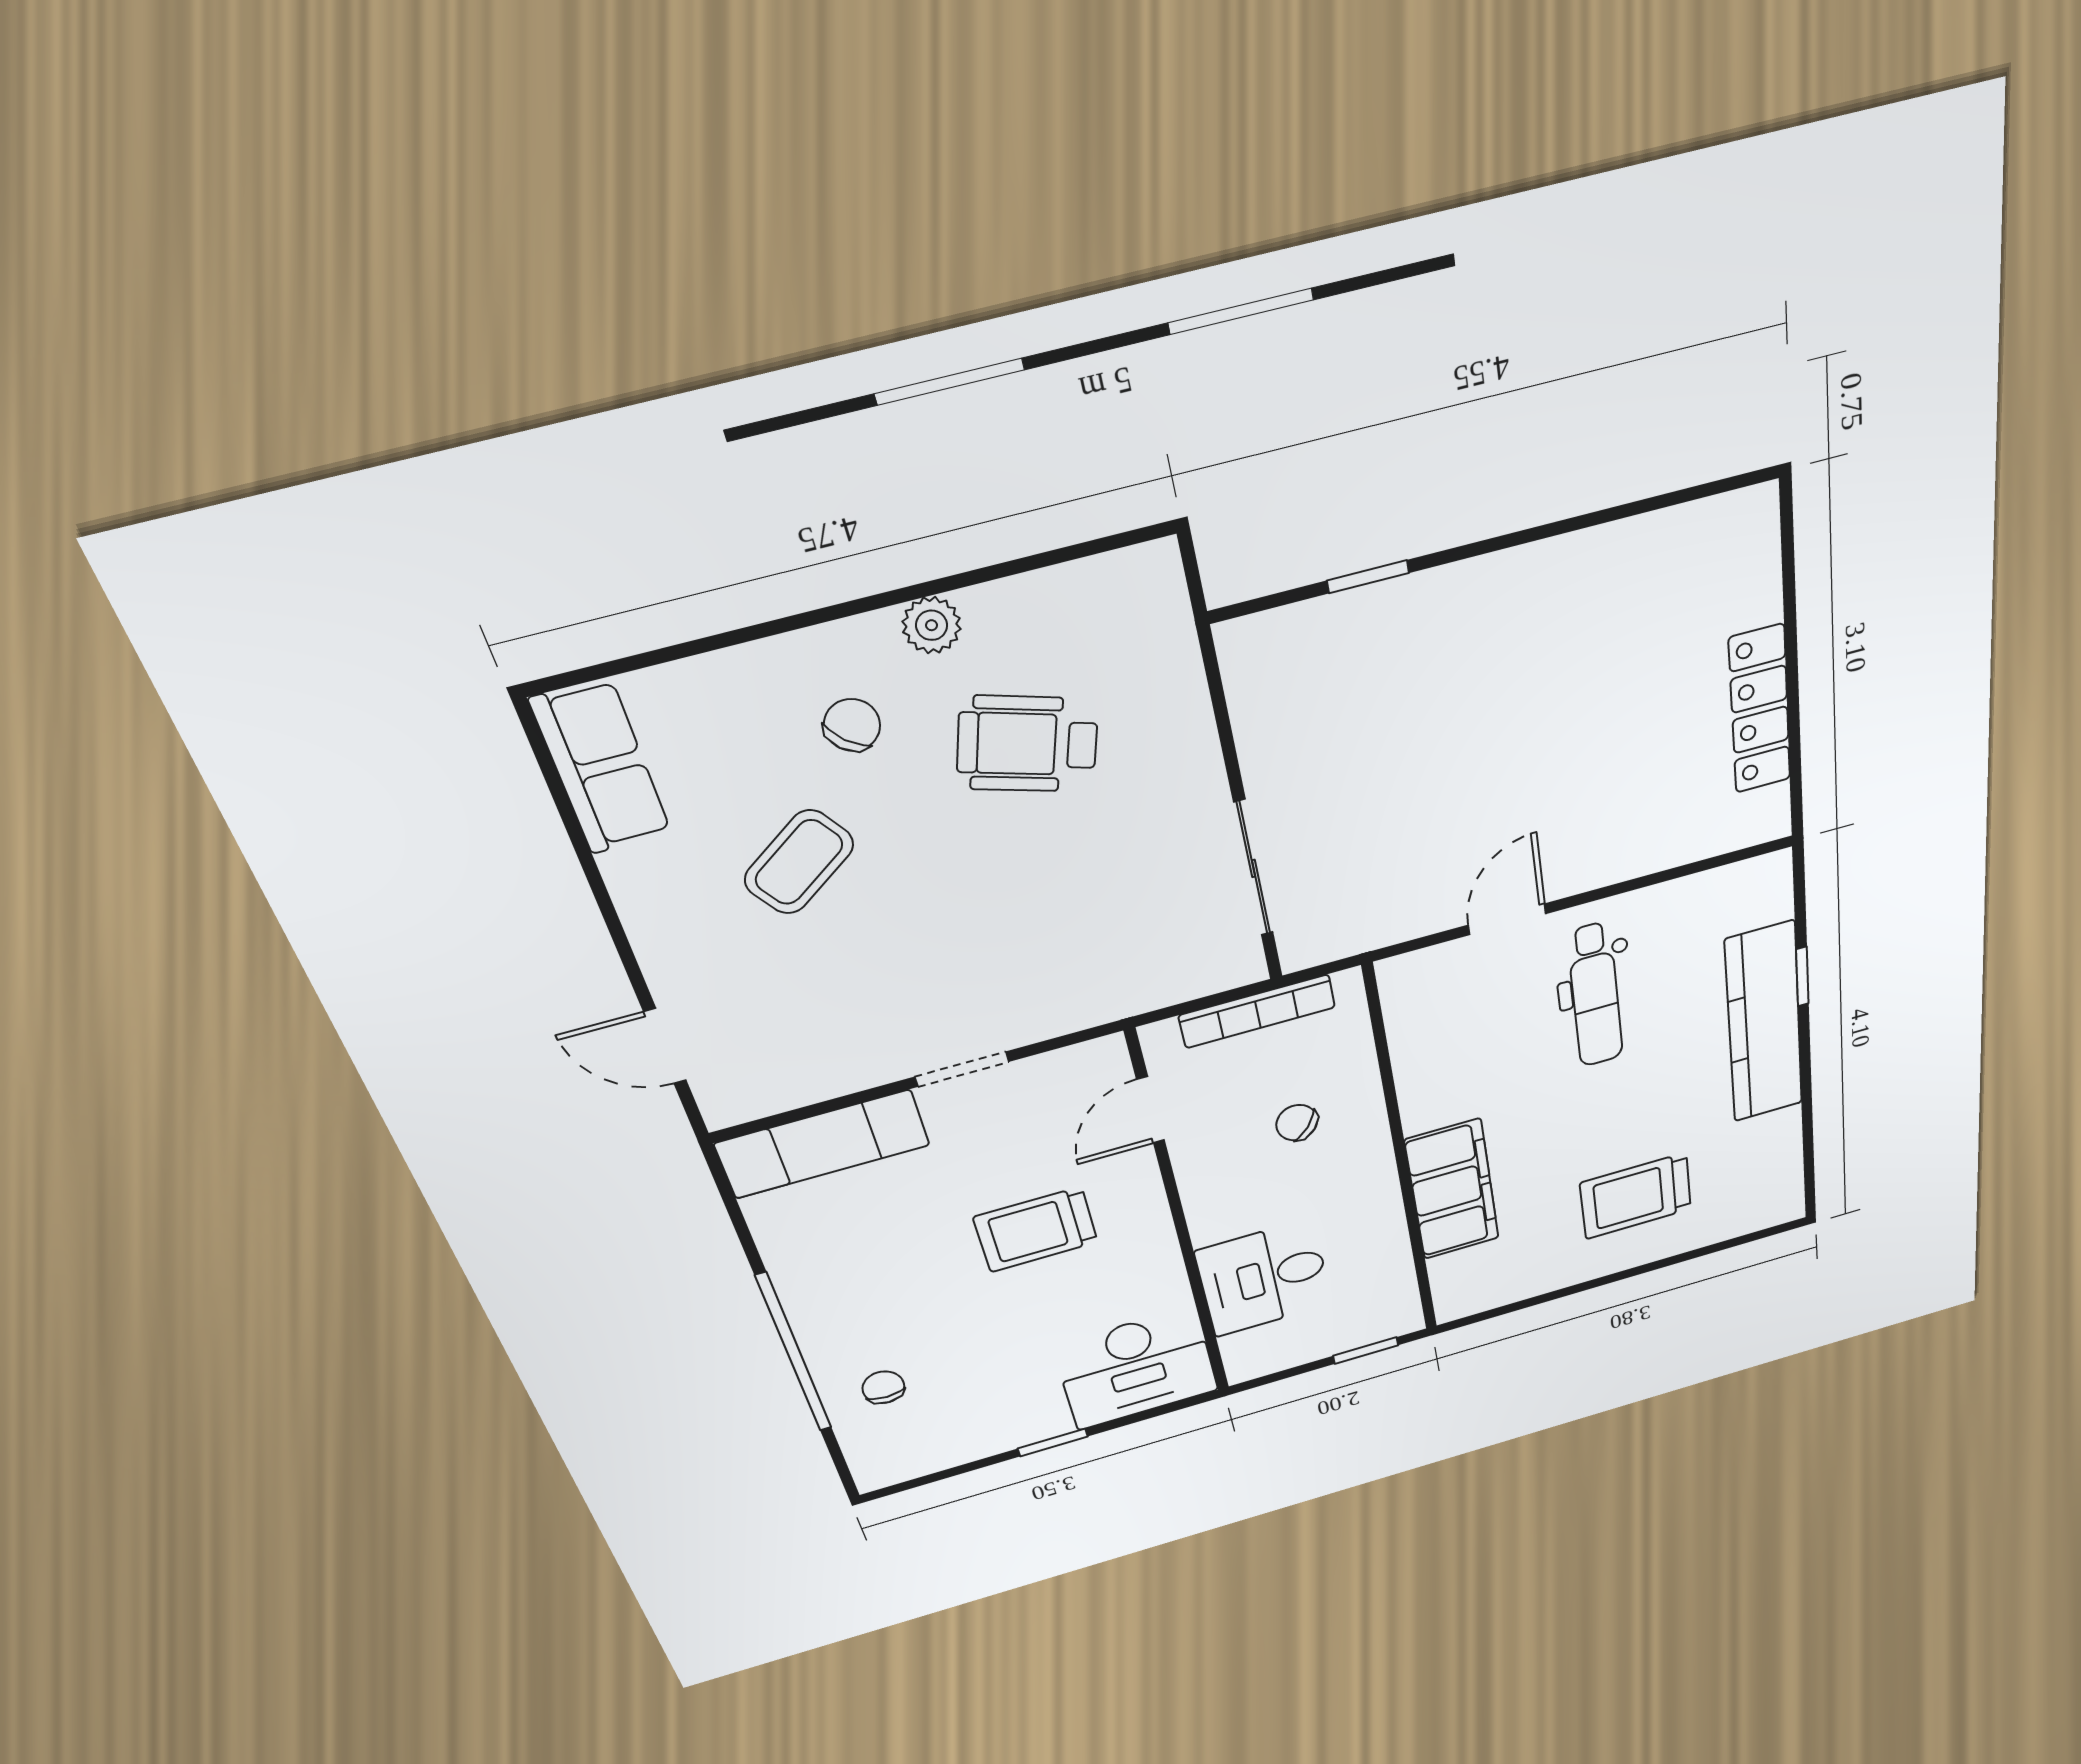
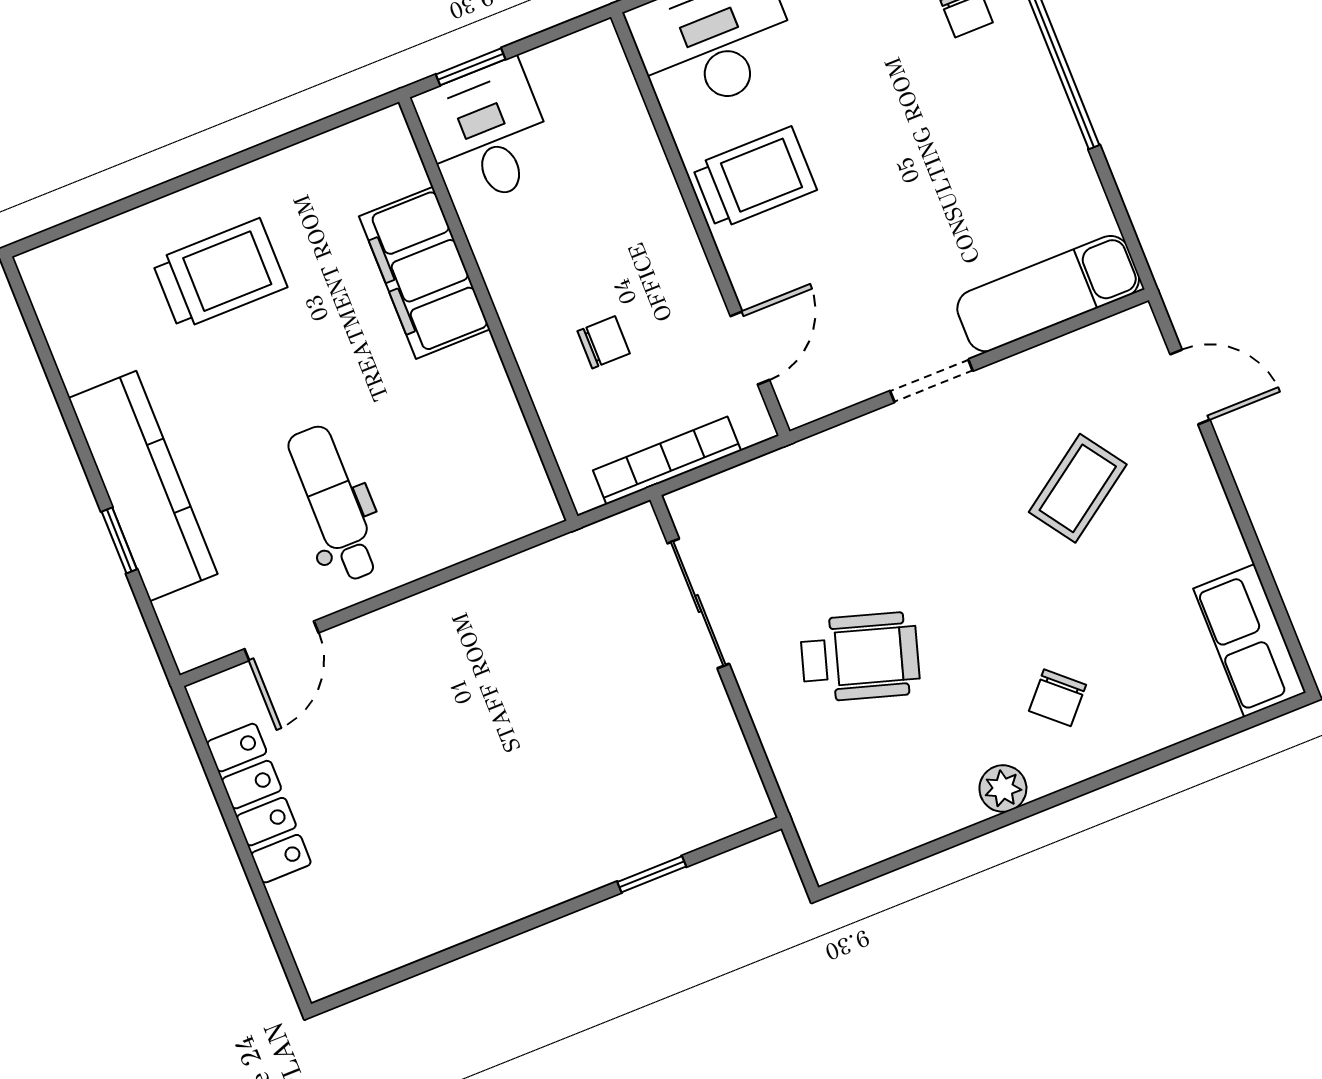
wheelchair: (1027, 744) -> (860, 657), moved
coffee table: (799, 862) -> (1078, 488), moved
door: (1507, 919) -> (282, 641), moved
chair: (1297, 1123) -> (604, 342), turned -40
trolley: (1036, 1230) -> (755, 178), moved
desk: (1264, 1278) -> (486, 134), moved, turned -90

